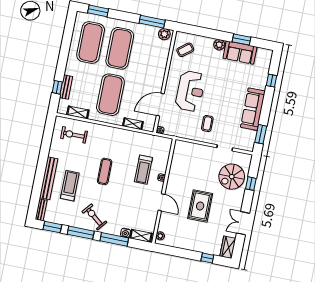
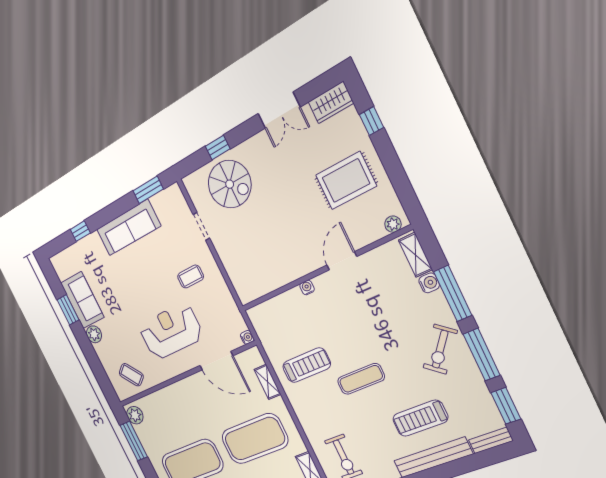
treadmill: (143, 170) -> (307, 365), moved
rug: (200, 206) -> (346, 181), moved

